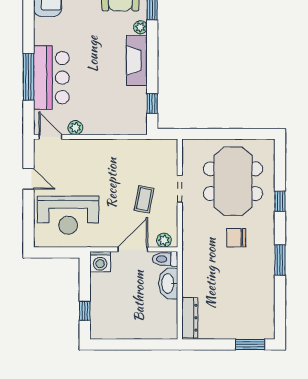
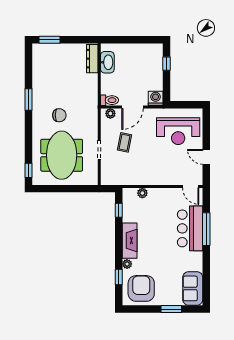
plant: (75, 128) -> (142, 193), moved
window: (280, 201) -> (28, 170), moved
reception desk: (68, 215) -> (178, 131), turned 180
washbasin: (168, 283) -> (107, 62), moved

